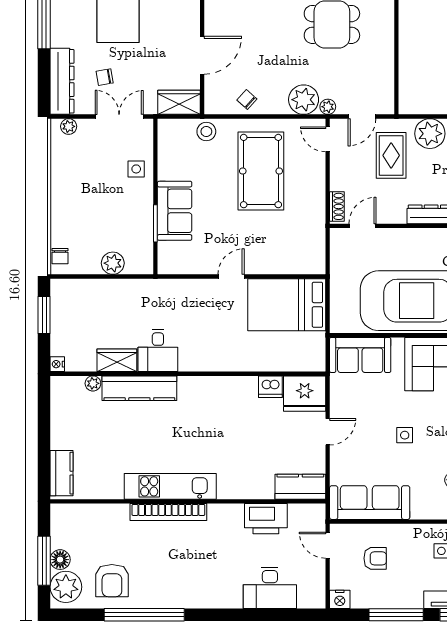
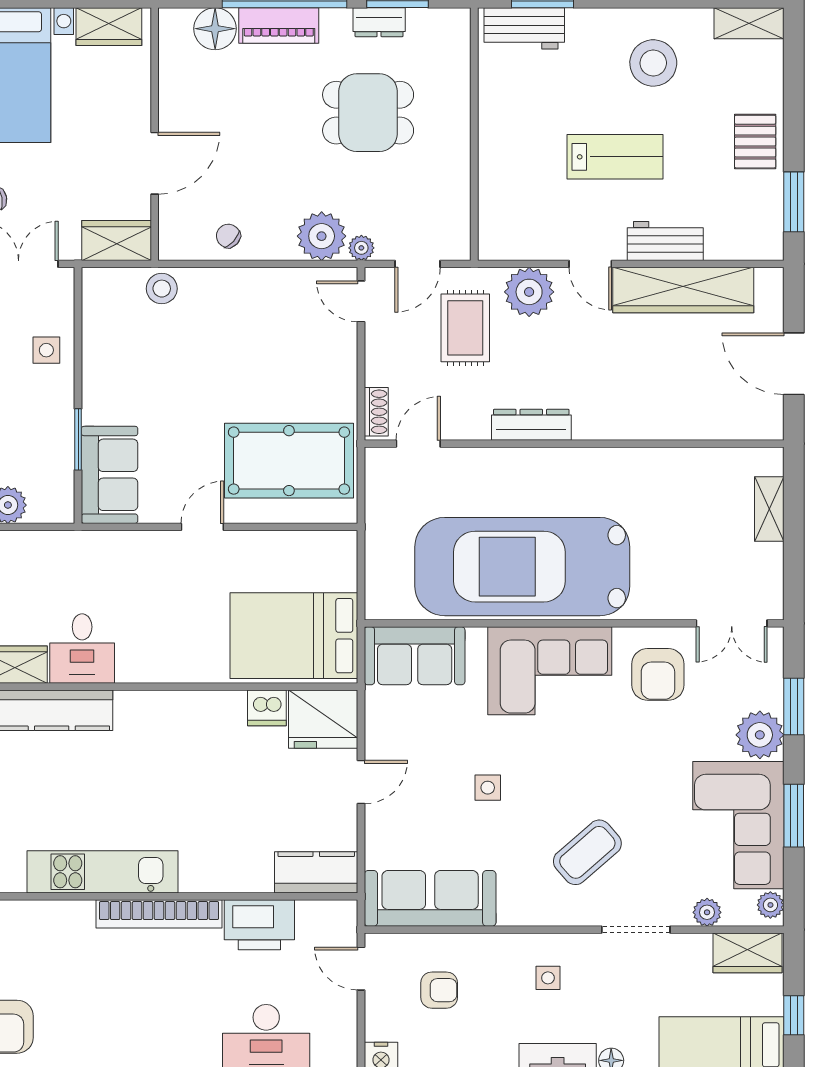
pool table: (261, 171) -> (289, 461), moved, turned 90
sofa: (175, 211) -> (110, 475), moved
bed: (287, 305) -> (294, 636), moved
bookcase: (168, 512) -> (159, 914), moved

